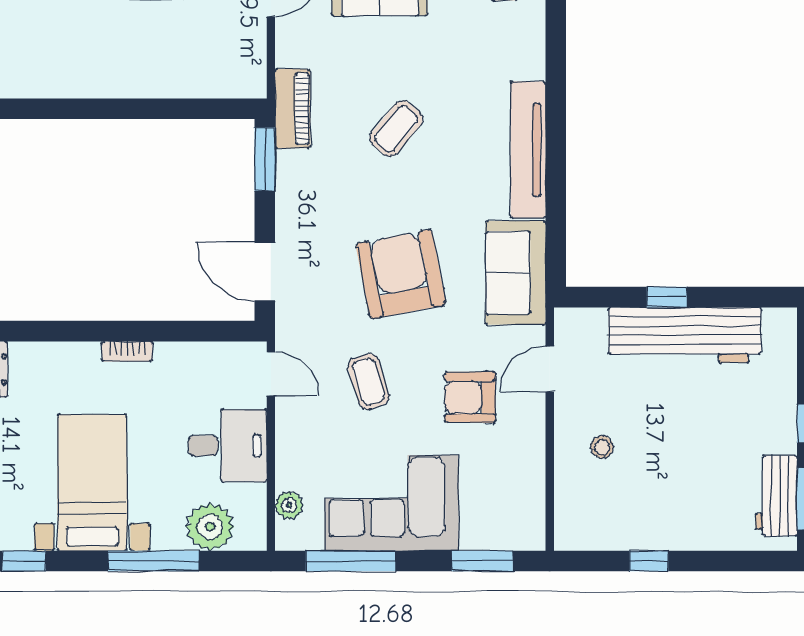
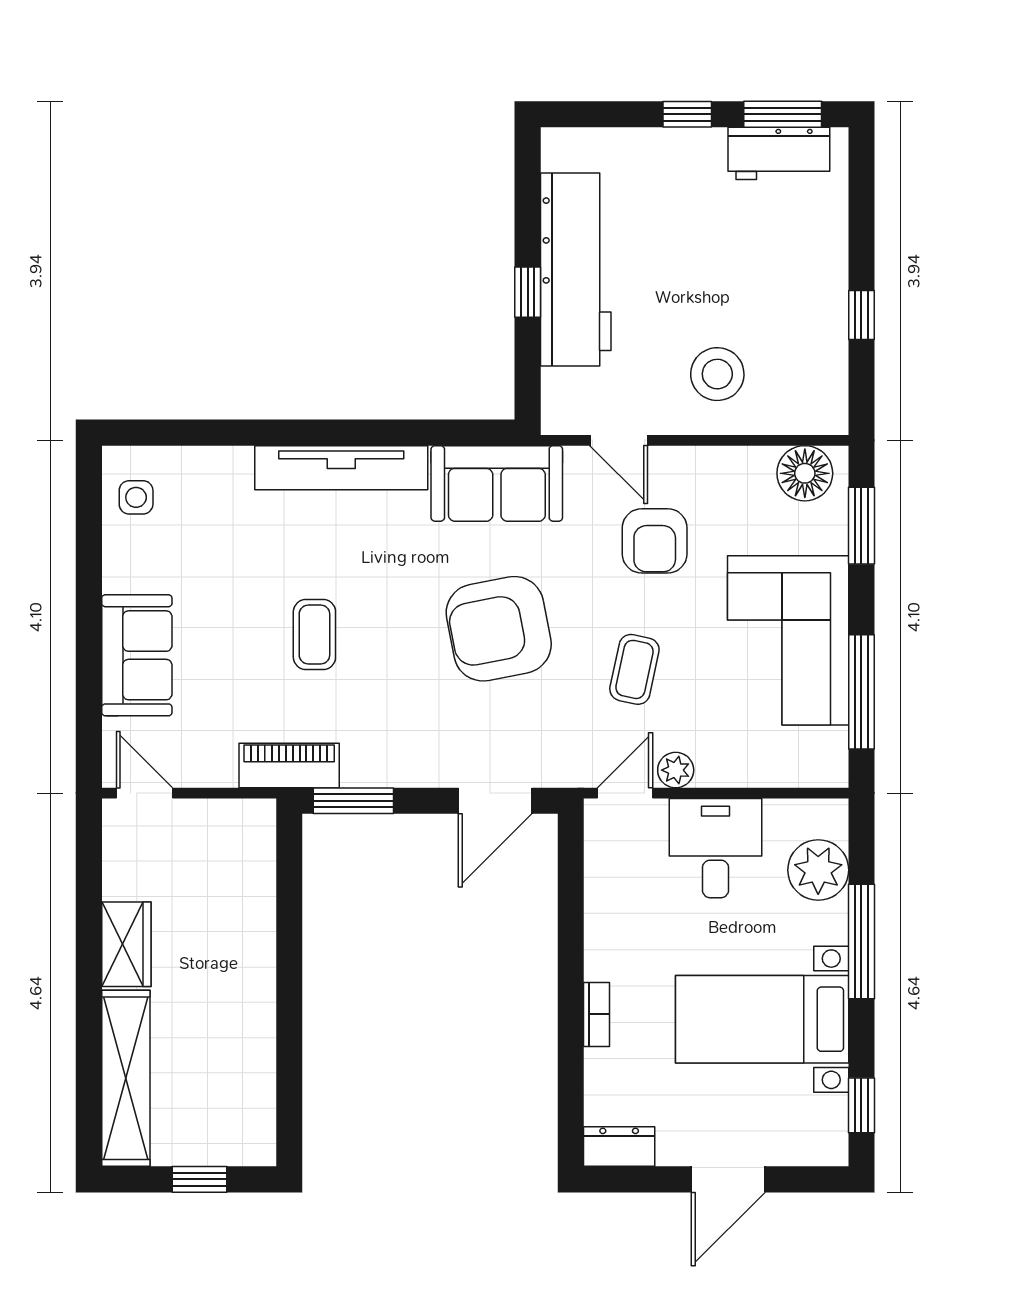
coffee table: (396, 129) -> (314, 635), turned 50
bookcase: (127, 351) -> (596, 1014), moved
coffee table: (369, 382) -> (634, 669), turned -61
stool: (602, 447) -> (717, 374), width x1.89, depth x1.89
plant: (289, 505) -> (676, 770), moved
floor lamp: (524, 516) -> (805, 473), added

